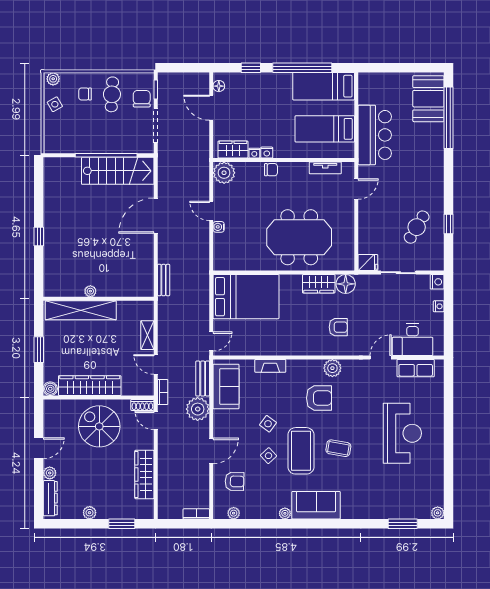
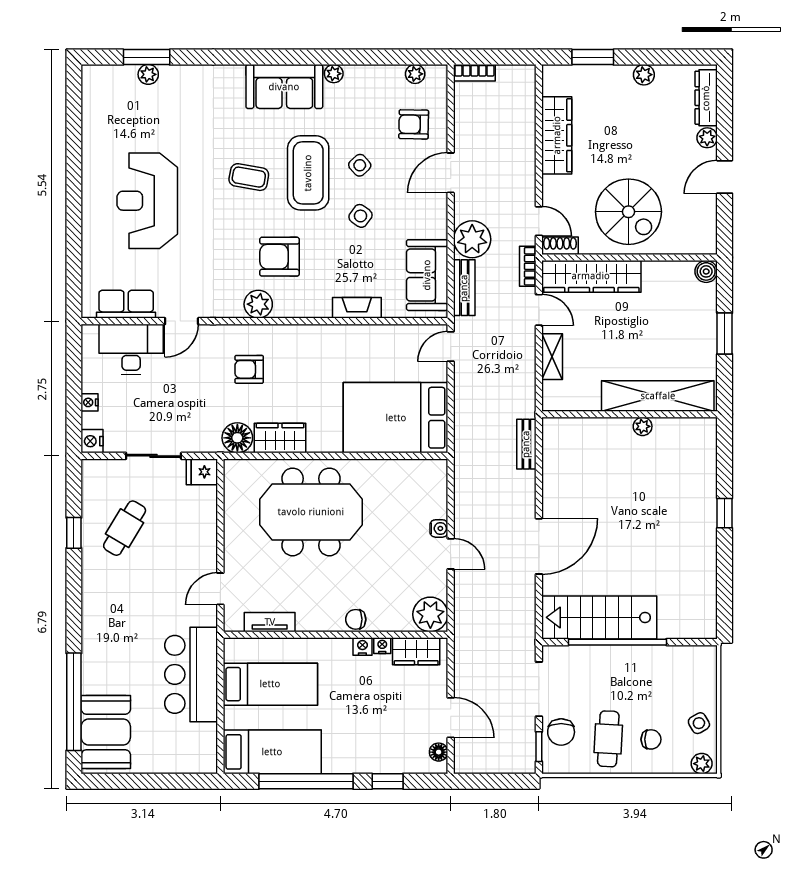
wardrobe: (90, 386) -> (591, 276), moved
plant: (438, 513) -> (148, 74), moved

